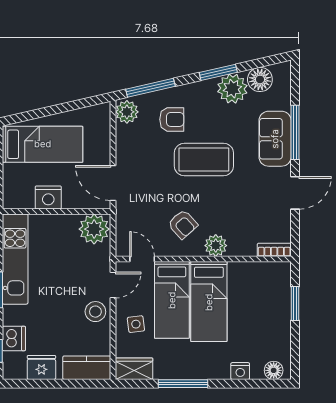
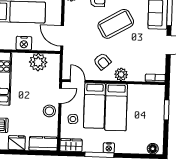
coffee table: (204, 159) -> (116, 24), turned -30
plant: (94, 229) -> (38, 62), moved
nightstand: (240, 371) -> (109, 148), moved

